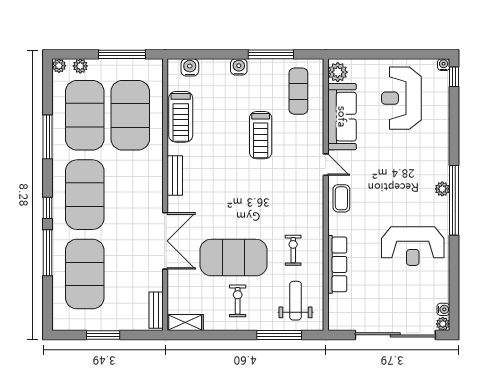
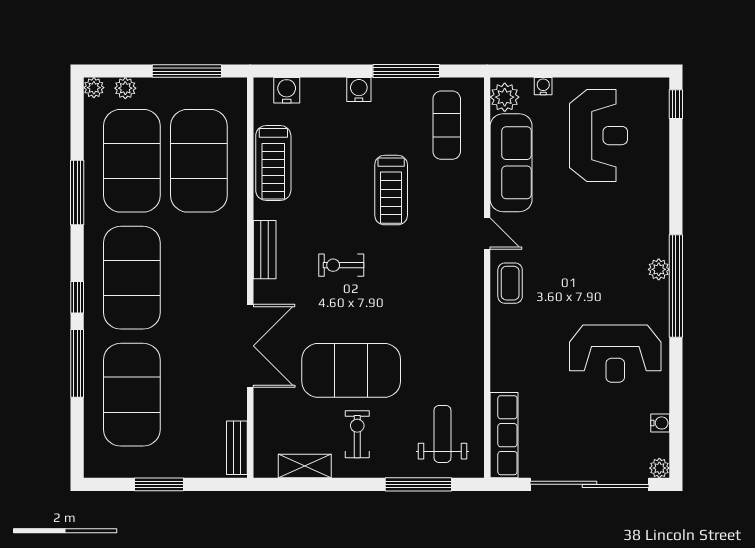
water cooler: (444, 65) -> (543, 86), moved
reception desk: (401, 98) -> (599, 136), turned 180
exercise bike: (293, 250) -> (341, 265), moved, turned -90
row of seats: (337, 264) -> (504, 435), moved
water cooler: (443, 309) -> (660, 423), moved
shelving: (185, 322) -> (305, 466), moved

